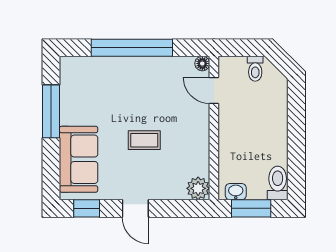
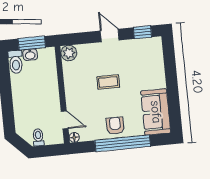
armchair: (140, 75) -> (115, 126), added
window: (51, 111) -> (173, 95), removed
sofa: (79, 159) -> (156, 112), moved
washbasin: (236, 192) -> (30, 55), moved

